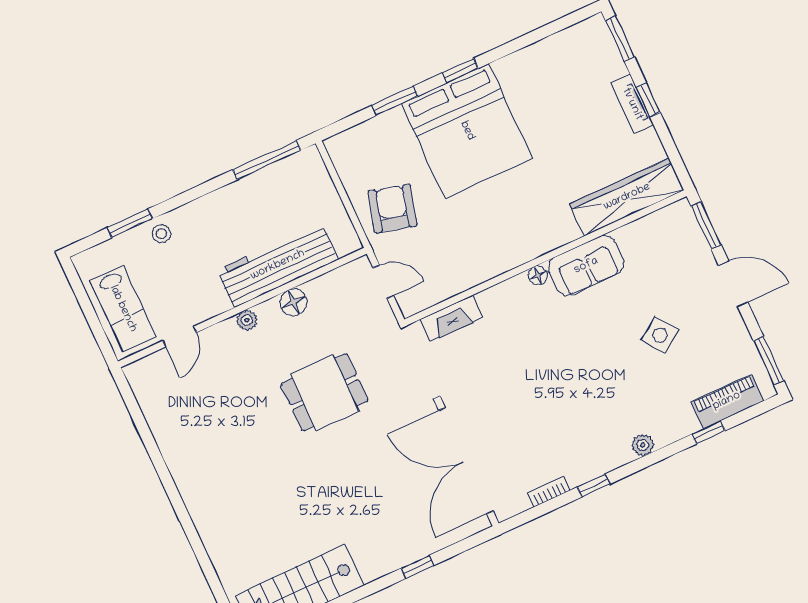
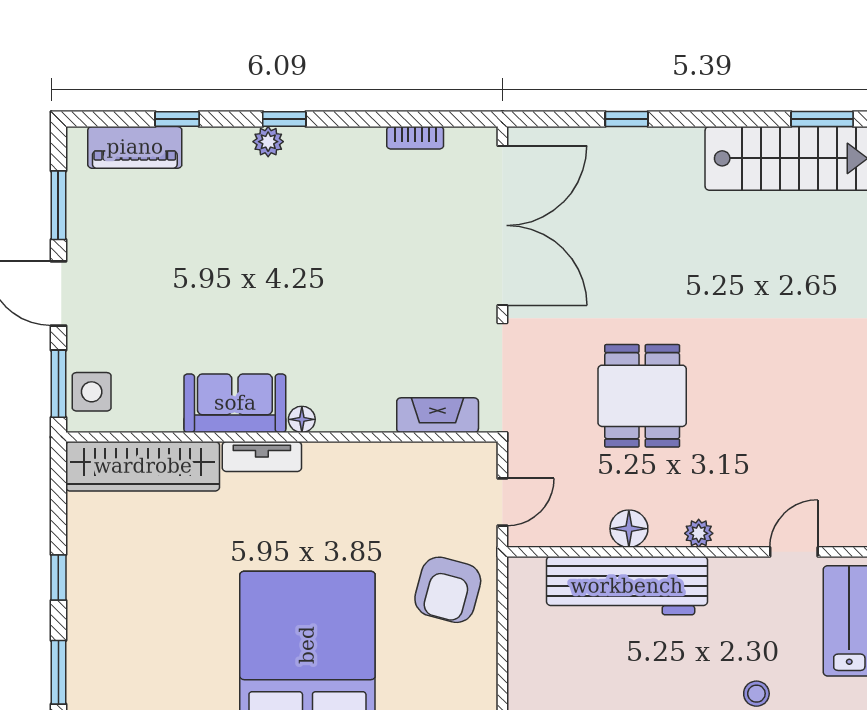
tv unit: (632, 104) -> (262, 457), moved, turned 90
door: (383, 282) -> (502, 502), swing flipped
side table: (660, 335) -> (92, 392), moved, turned 35
window: (769, 361) -> (58, 205), moved
dining table: (325, 392) -> (642, 396), turned 90
window: (593, 486) -> (284, 119), moved

